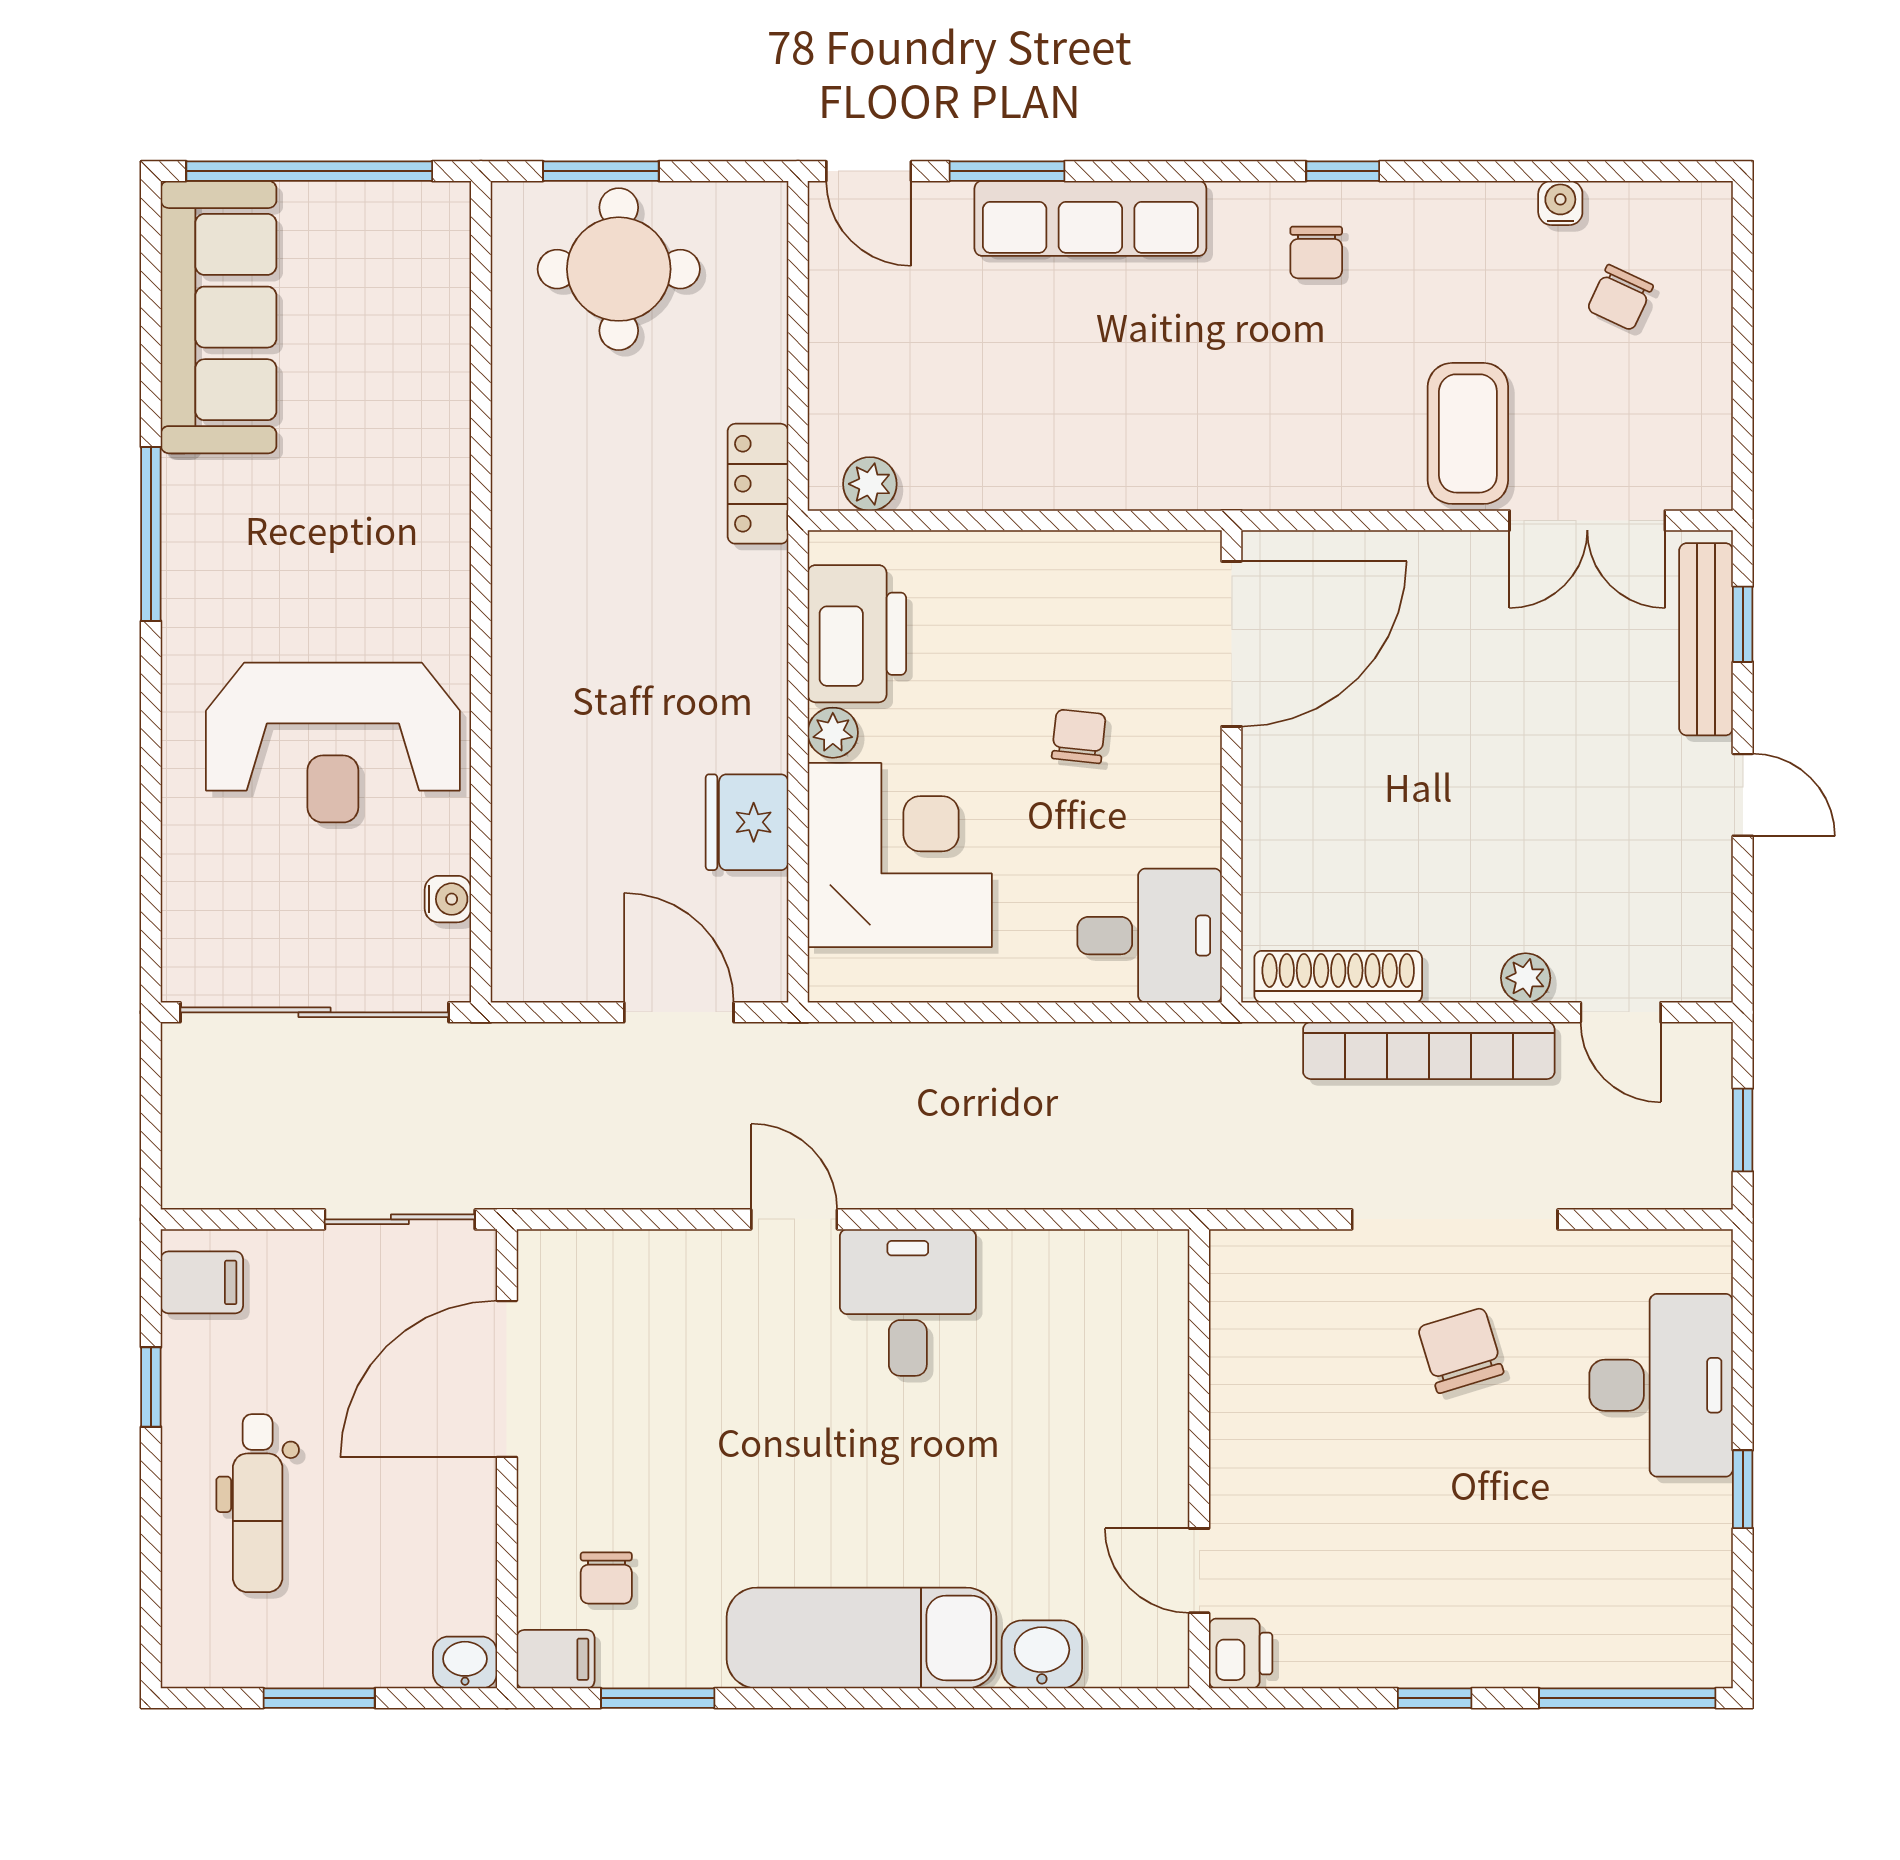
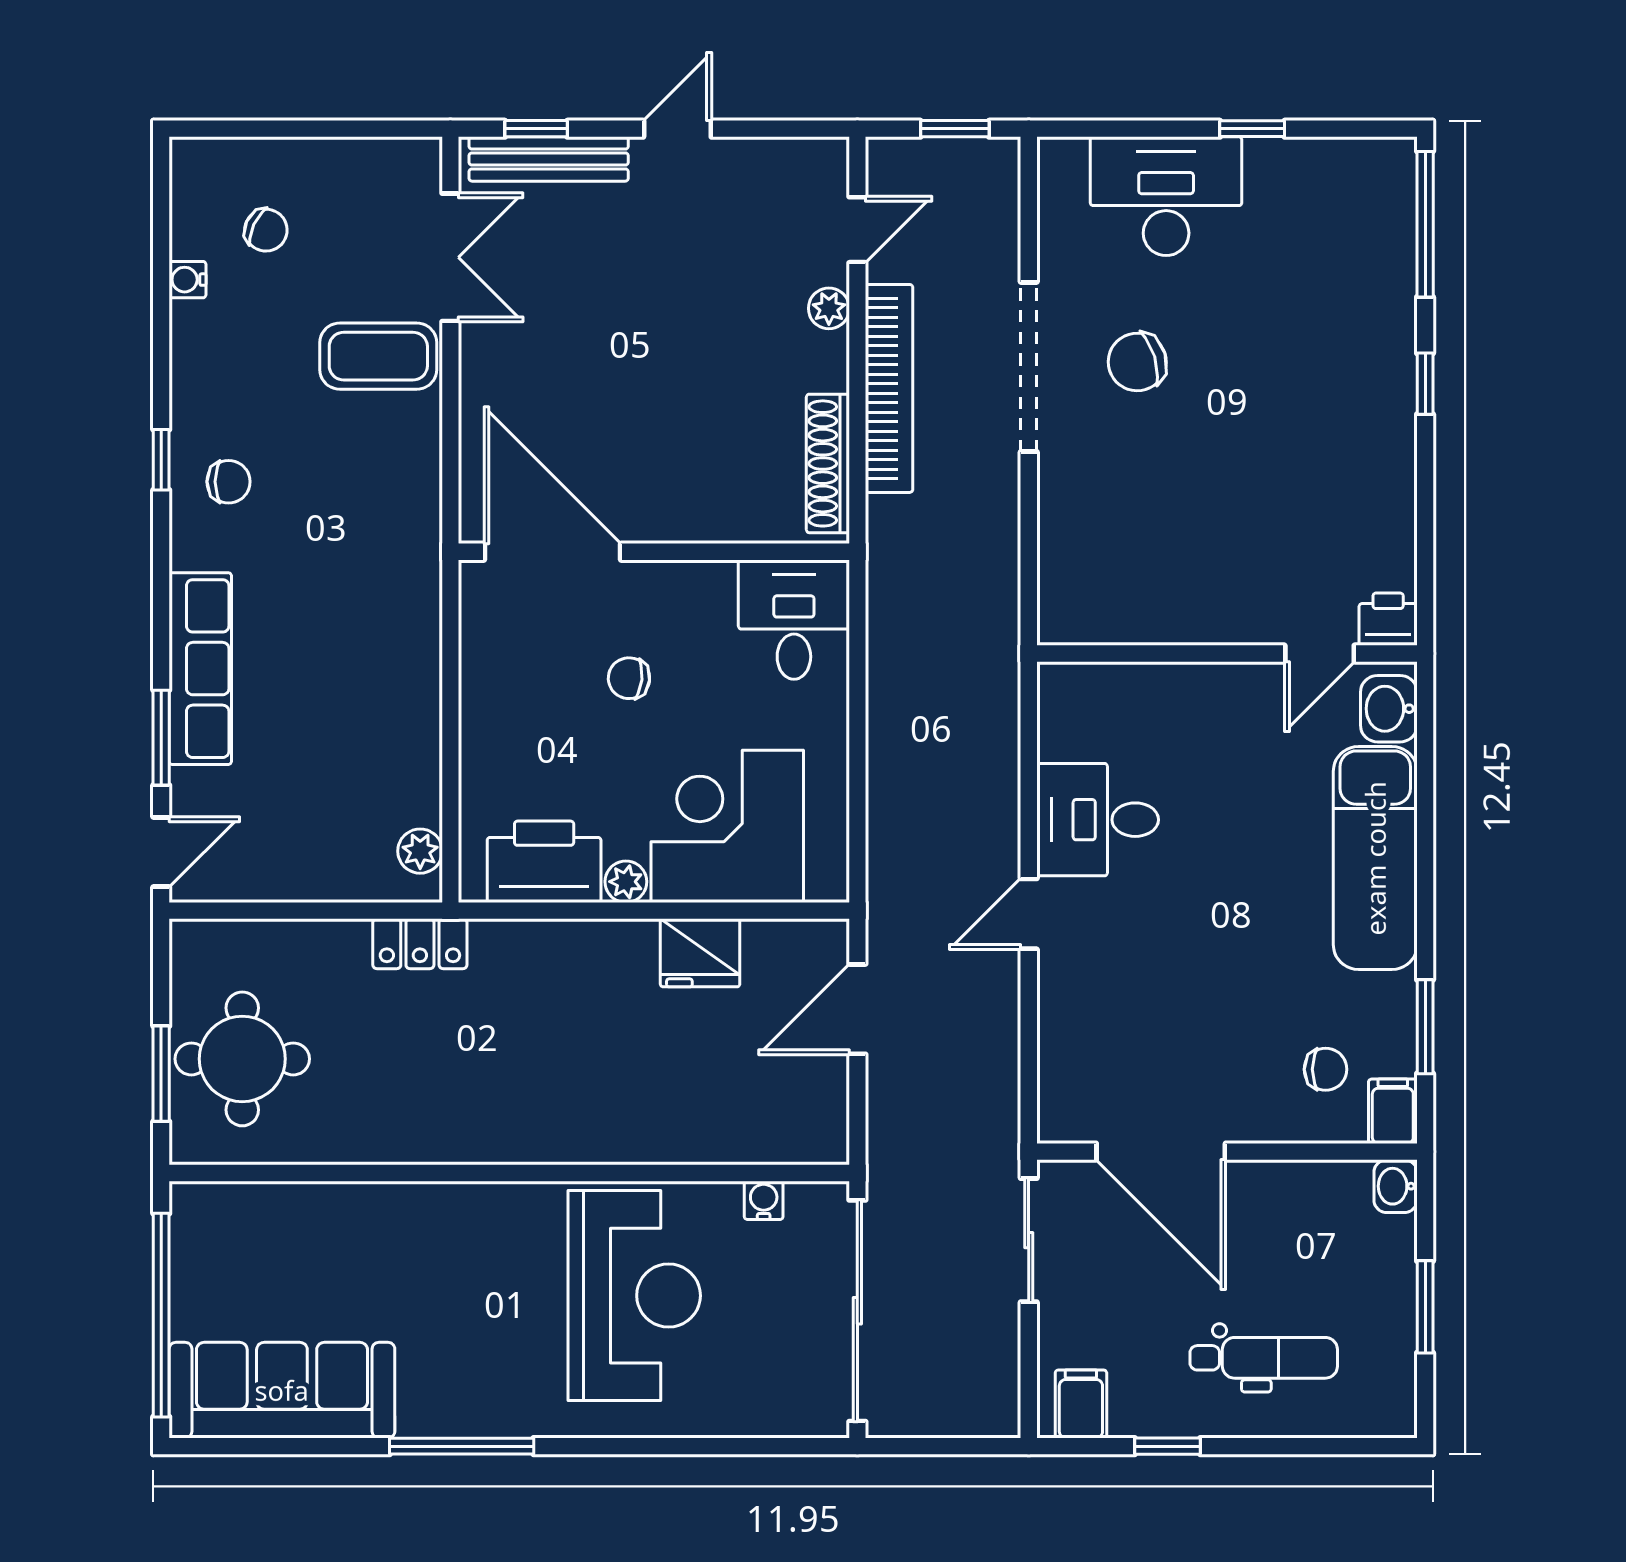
wall: (1199, 1459) -> (1227, 654), moved
door: (1199, 1571) -> (1320, 654), moved
printer: (1241, 1654) -> (1388, 619), moved

